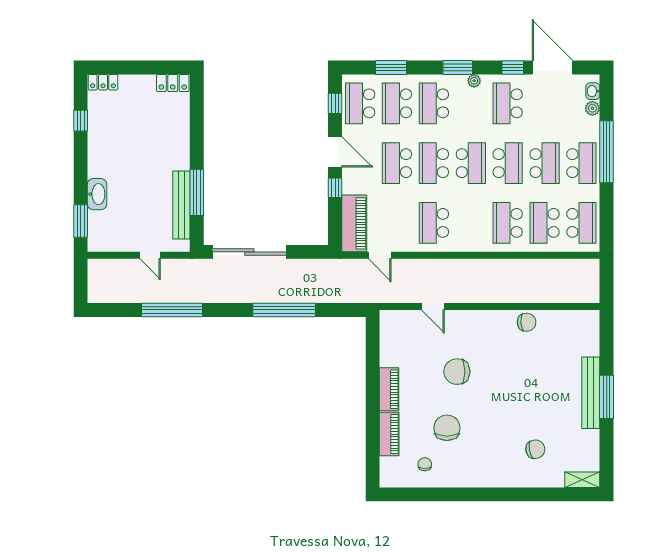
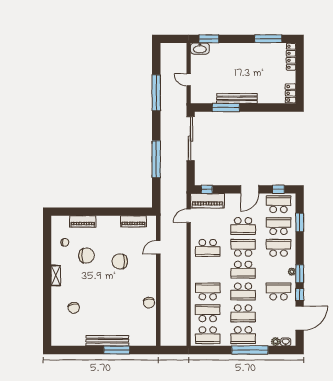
window: (458, 68) -> (300, 274), moved
locker: (103, 82) -> (291, 57), width x1.53
window: (81, 121) -> (268, 39), width x2.17
school desk: (397, 163) -> (243, 226), turned 180
window: (335, 188) -> (207, 189), moved
washbasin: (97, 194) -> (200, 49), moved
bench: (181, 205) -> (237, 98), moved
school desk: (434, 223) -> (208, 248), turned 180
door: (150, 255) -> (189, 80), hinge flipped
chair: (457, 372) -> (120, 261), turned -90
piano: (389, 389) -> (134, 221), moved
window: (607, 397) -> (117, 350), moved
shelving: (582, 480) -> (56, 276), moved

